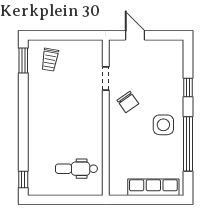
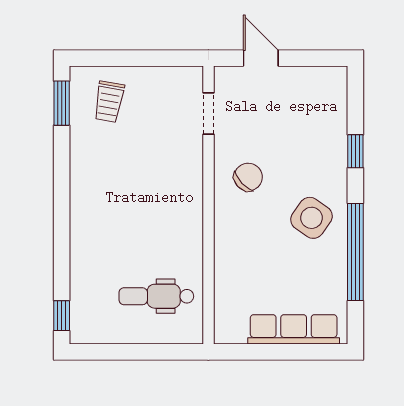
doorway: (106, 78) -> (208, 113), moved
chair: (128, 102) -> (248, 177), turned -98
side table: (163, 125) -> (312, 218), turned 35

